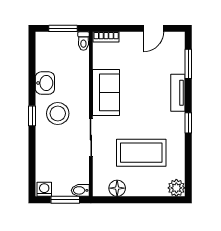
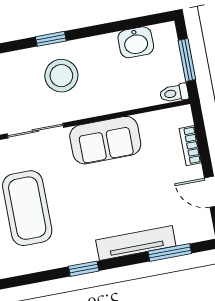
bookcase: (106, 37) -> (190, 146), moved
washbasin: (45, 83) -> (136, 42), moved
tv unit: (178, 93) -> (136, 243), width x1.41

